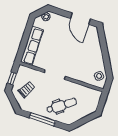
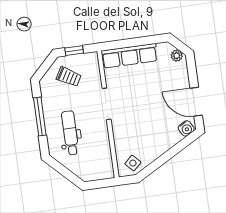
door: (80, 19) -> (196, 102), hinge flipped
water cooler: (94, 33) -> (186, 128), added
dental chair: (62, 106) -> (70, 133), turned -144

